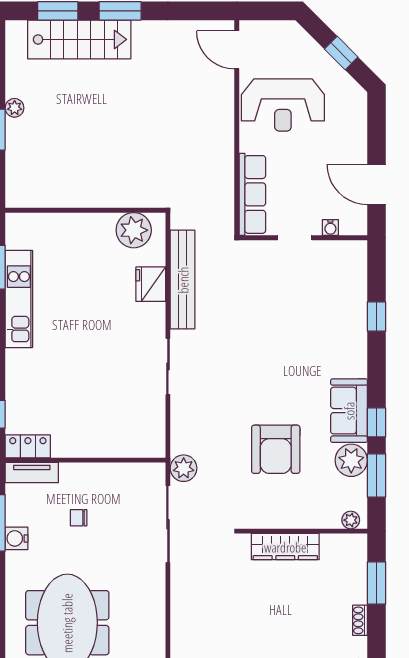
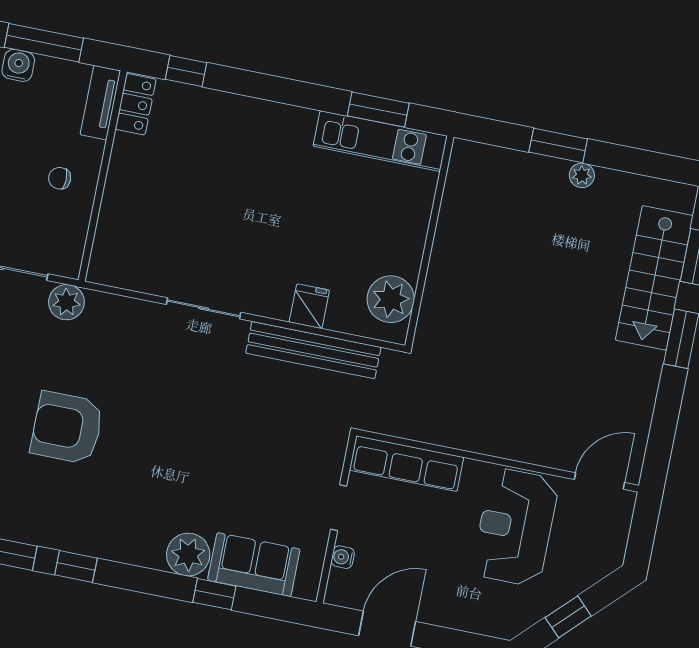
fridge: (151, 284) -> (309, 306), width x0.72
kitchen unit: (19, 299) -> (380, 141), moved
sofa: (349, 411) -> (254, 565), moved
plant: (351, 460) -> (188, 555), moved
chair: (79, 518) -> (60, 178), moved, turned -90

